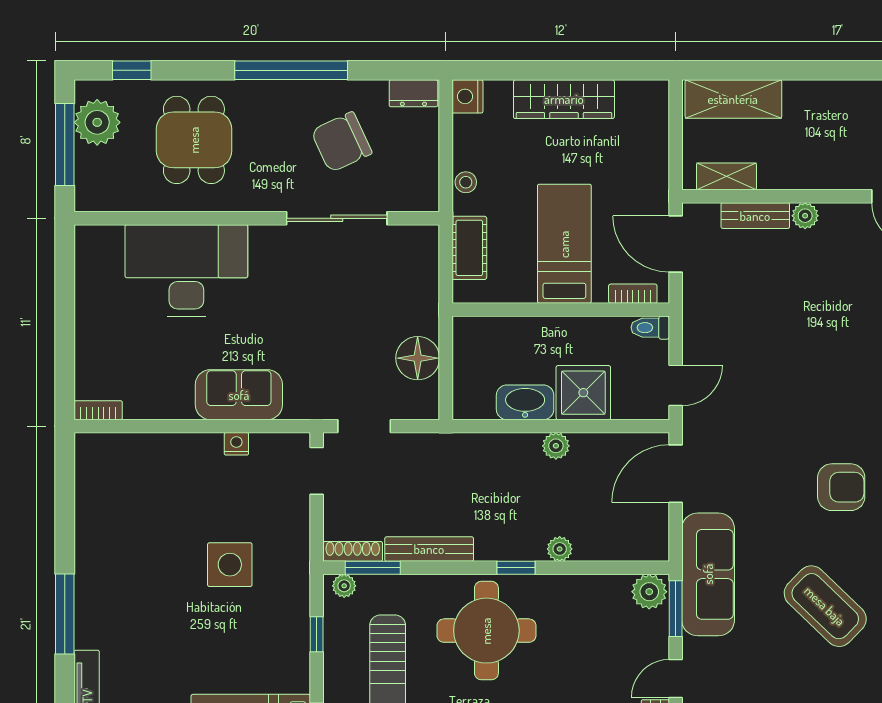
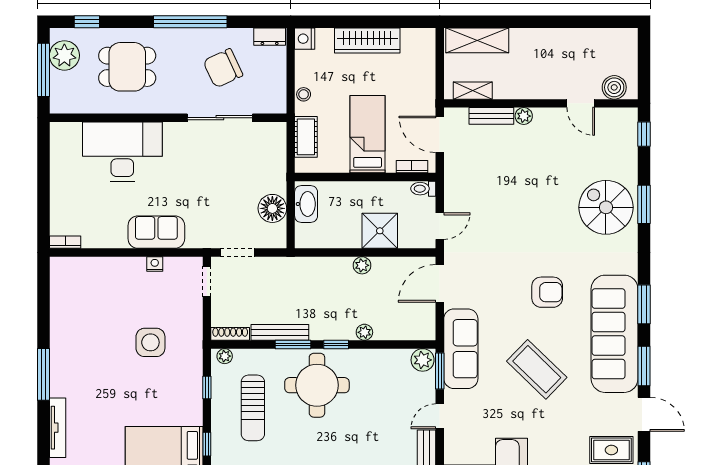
dining table: (194, 140) -> (127, 67), turned 90
washbasin: (525, 402) -> (306, 204), moved, turned 90
window: (373, 568) -> (293, 344), moved

